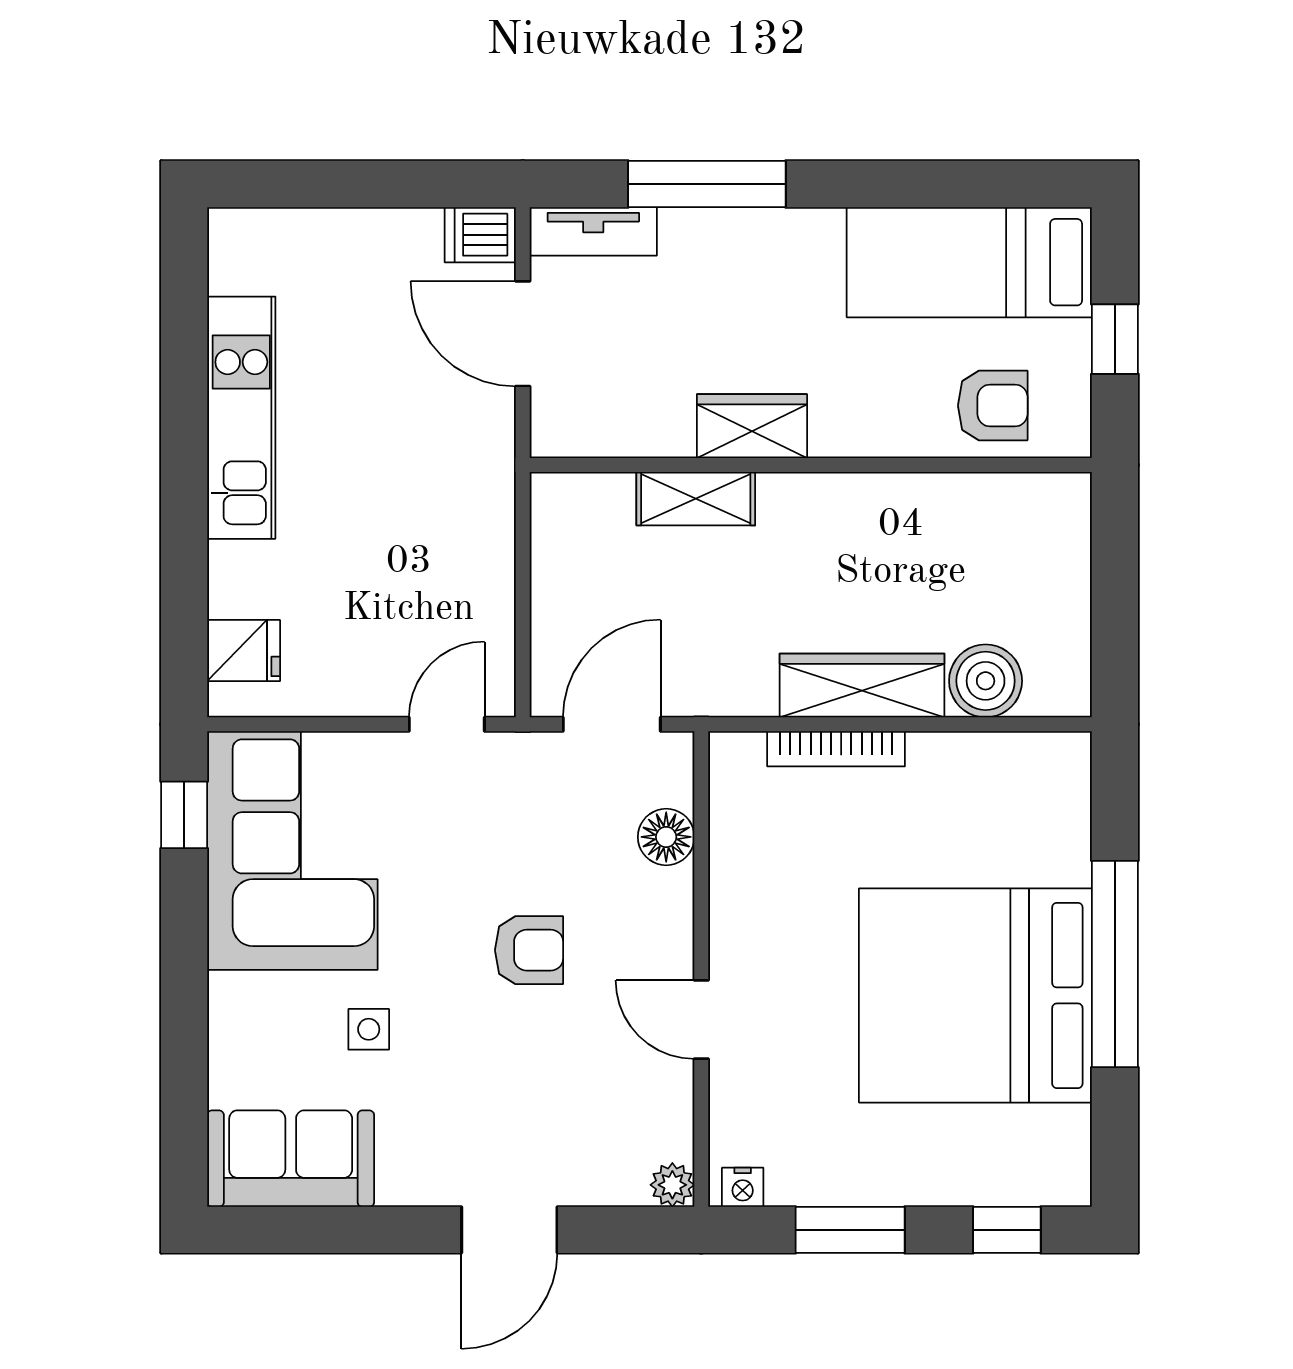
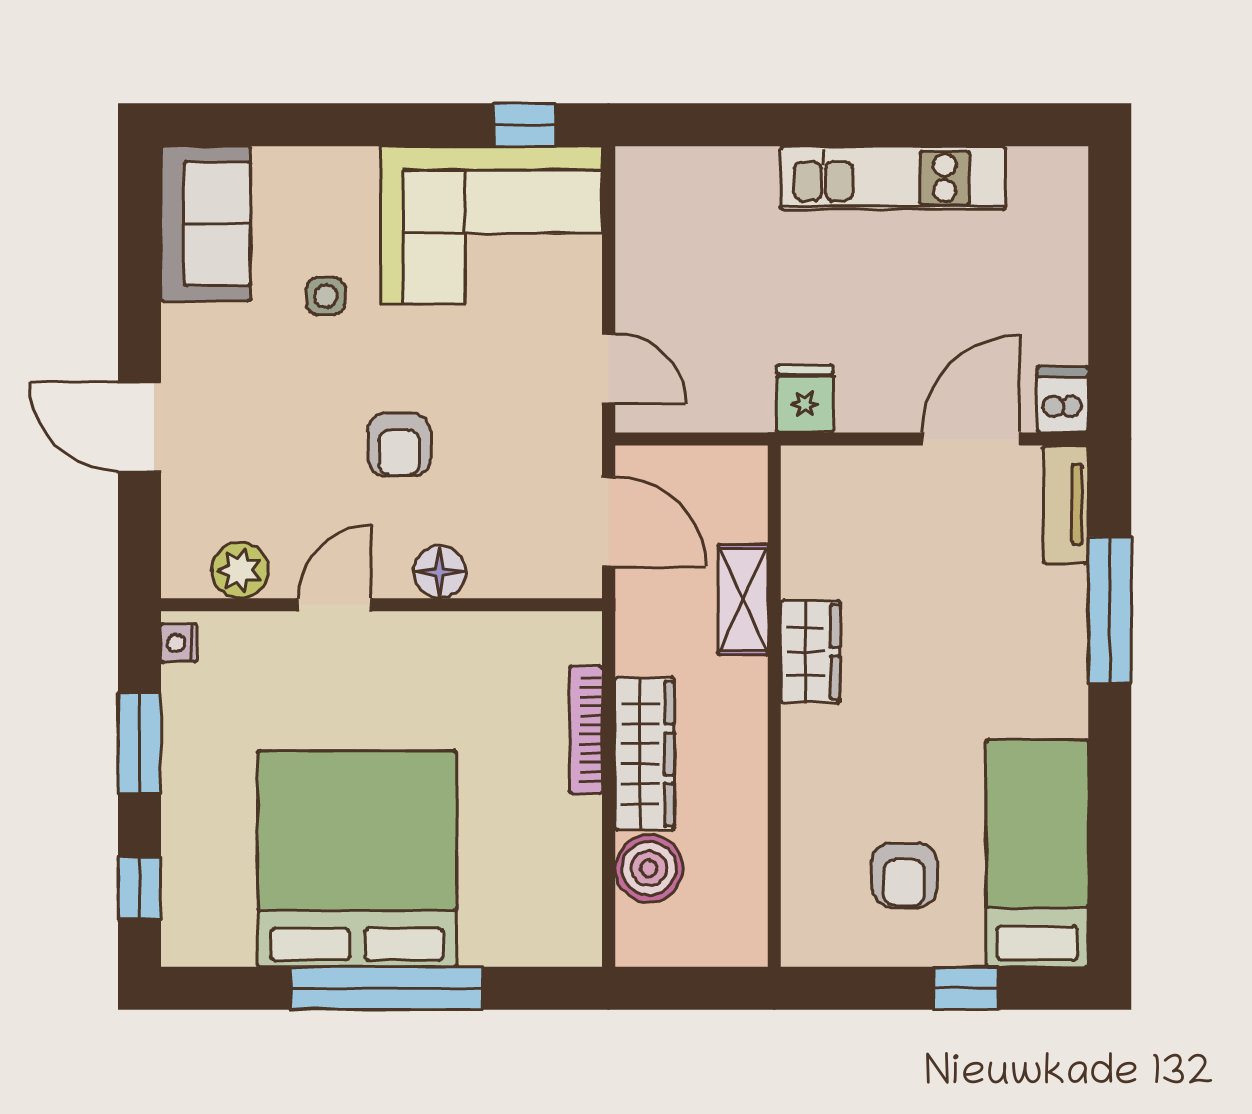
wardrobe: (752, 426) -> (810, 652), moved
wall: (811, 465) -> (774, 706), moved
shelving: (696, 499) -> (743, 600), moved
fridge: (244, 651) -> (805, 399), moved, turned 180
floor lamp: (666, 837) -> (440, 572), moved
plant: (672, 1185) -> (240, 570), moved, width x1.38, depth x1.38

